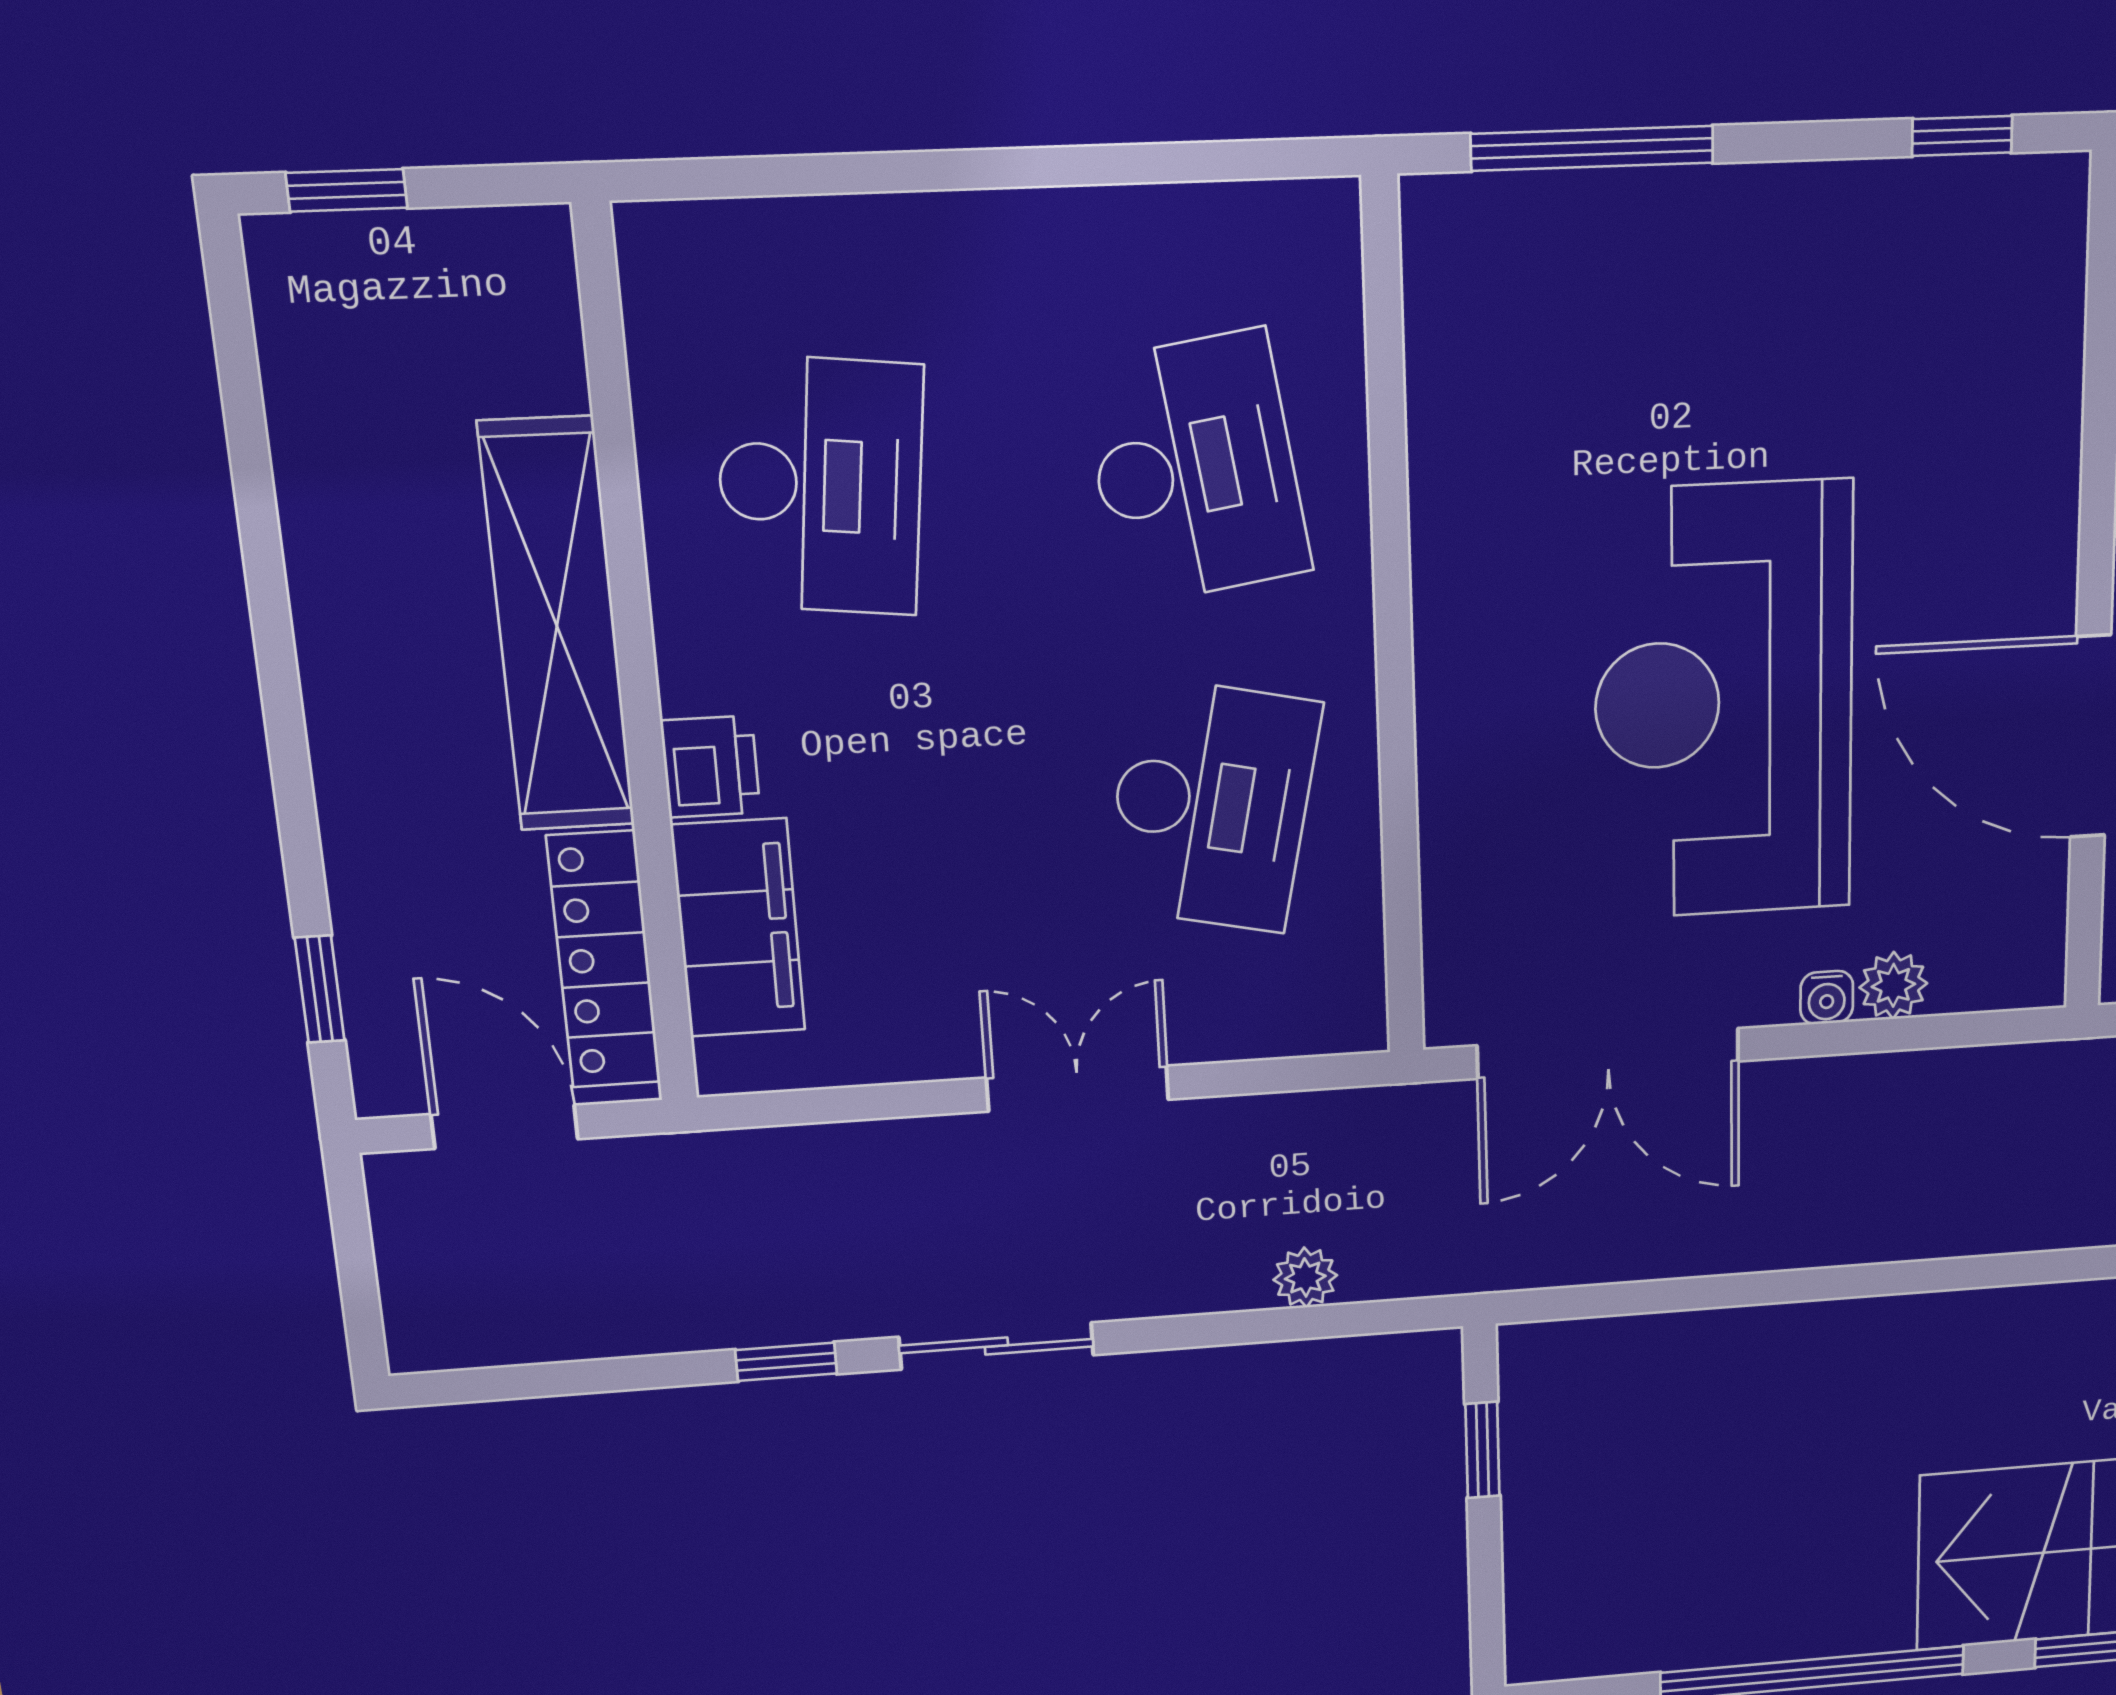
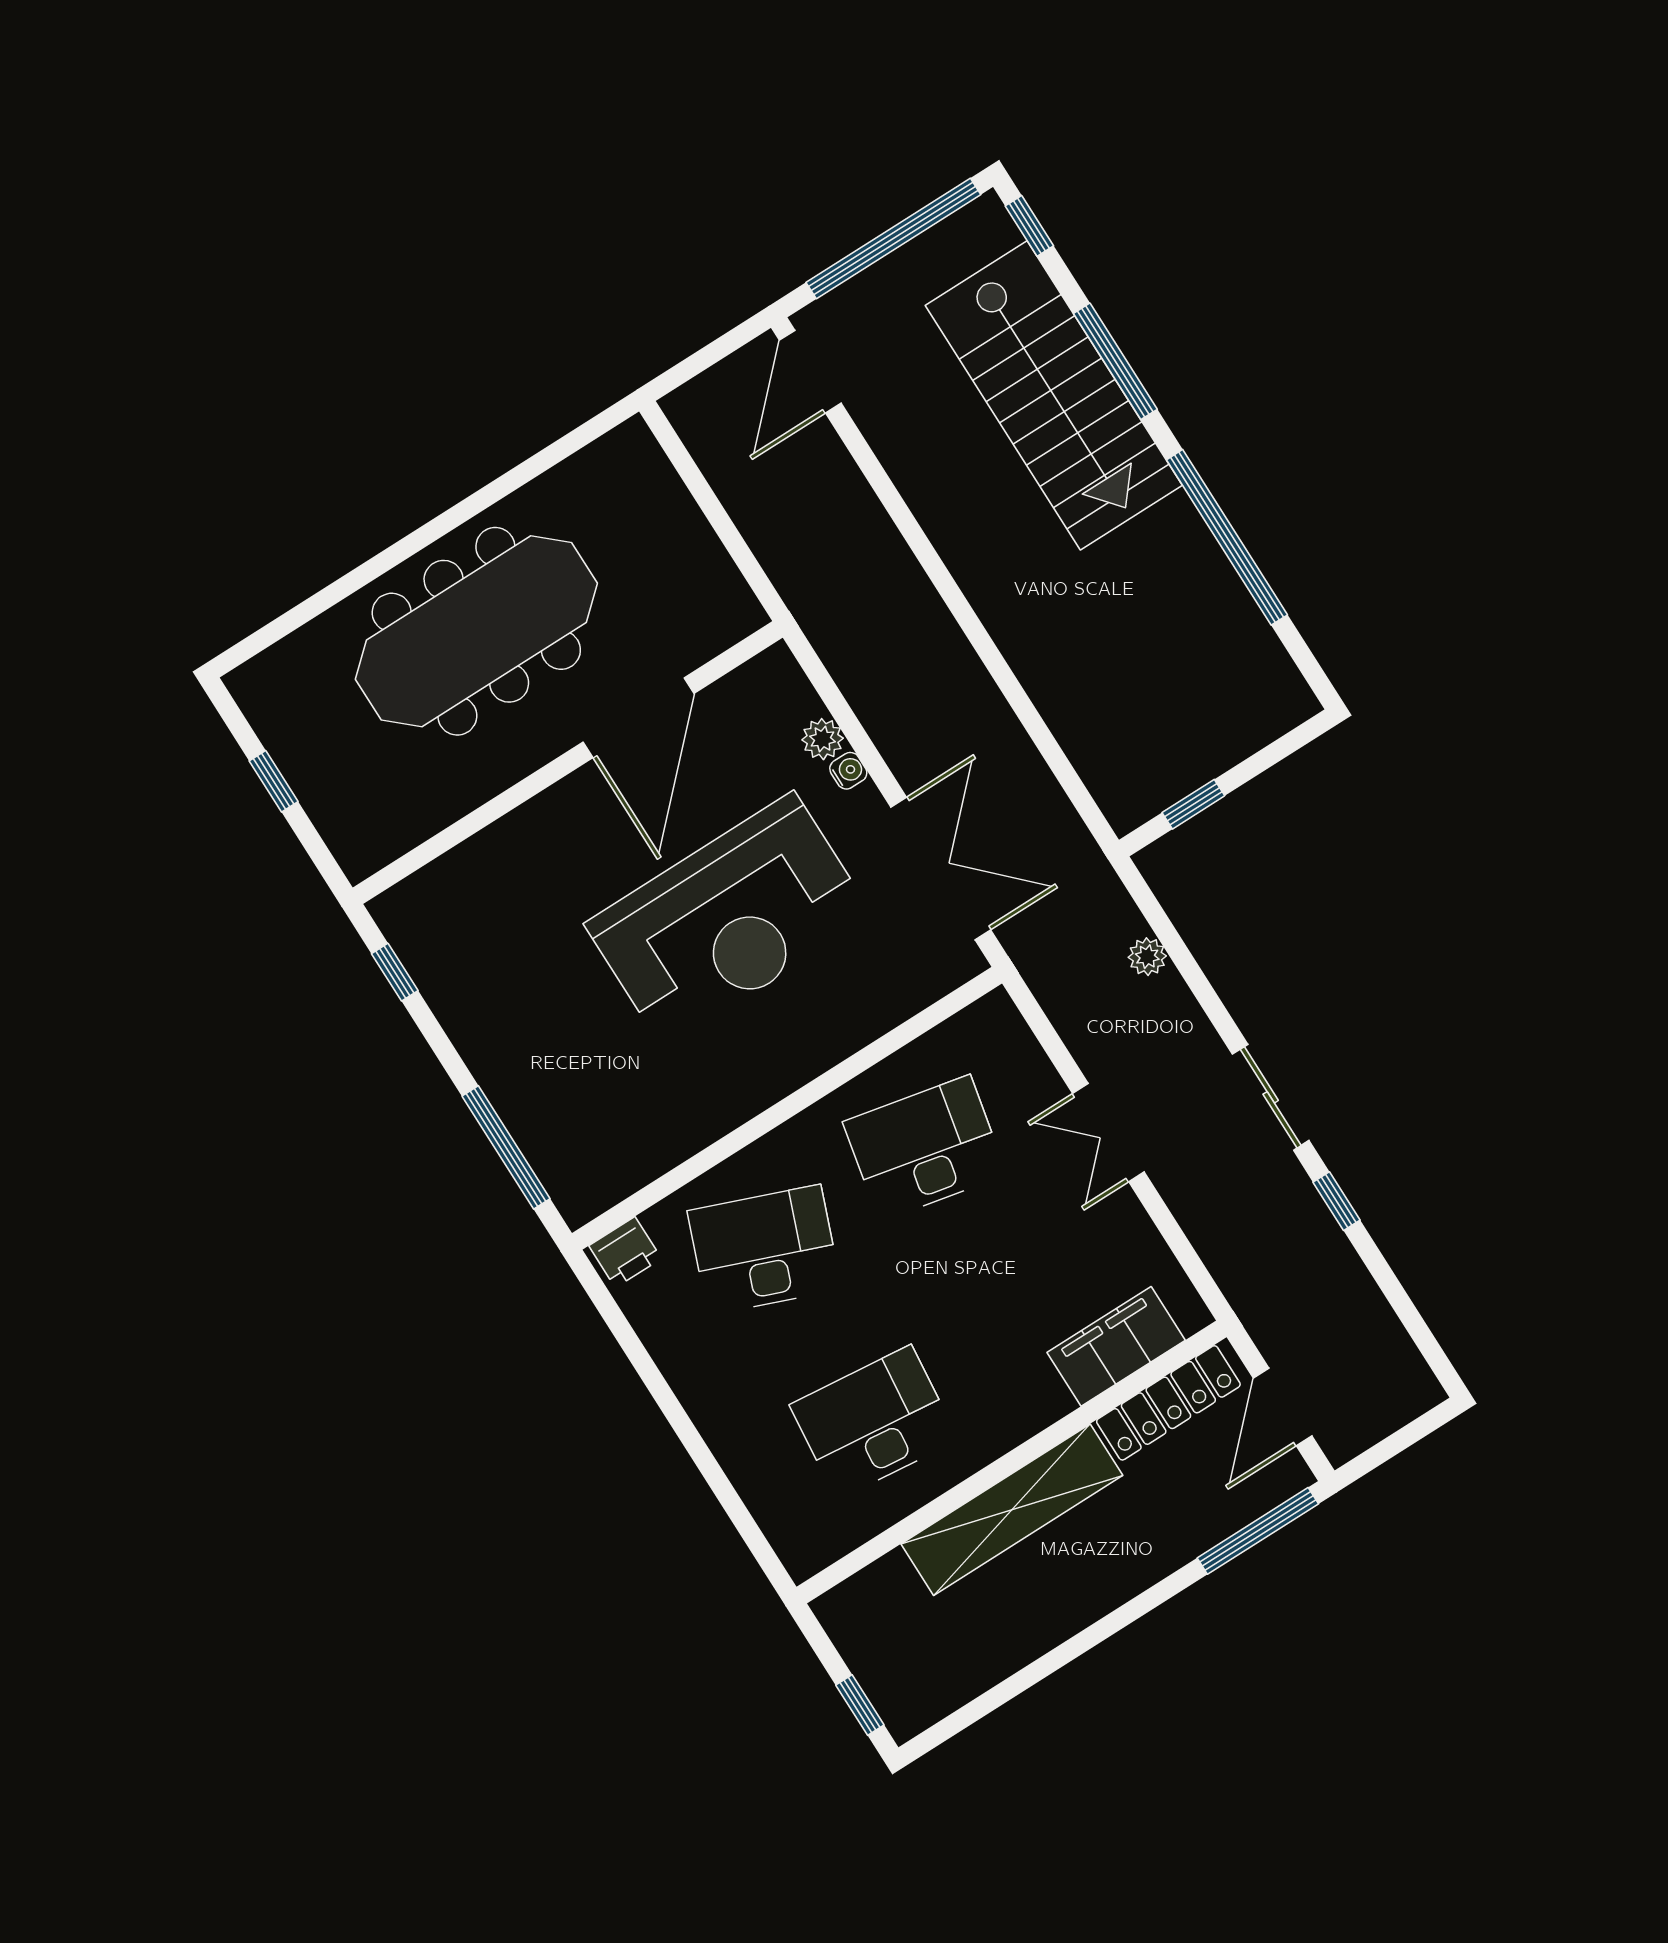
desk: (1195, 468) -> (764, 1250), turned 30
printer: (710, 767) -> (625, 1252), moved, turned 180
window: (320, 989) -> (1258, 1531), width x2.17

